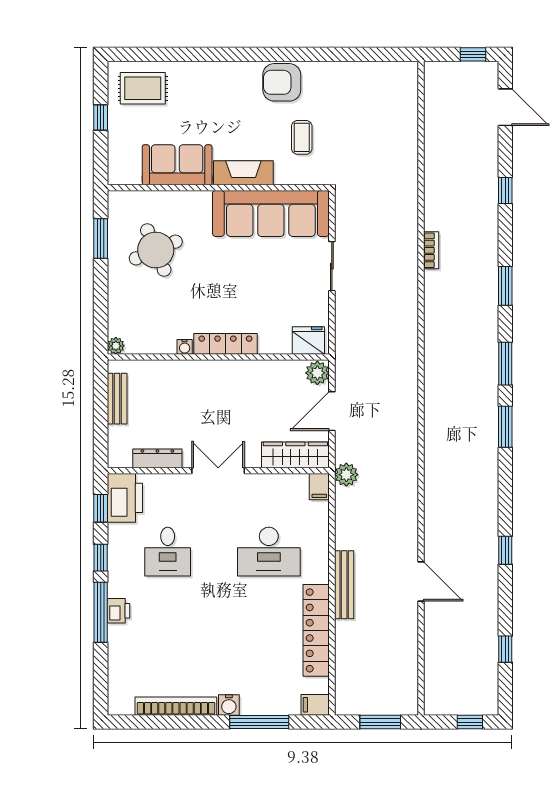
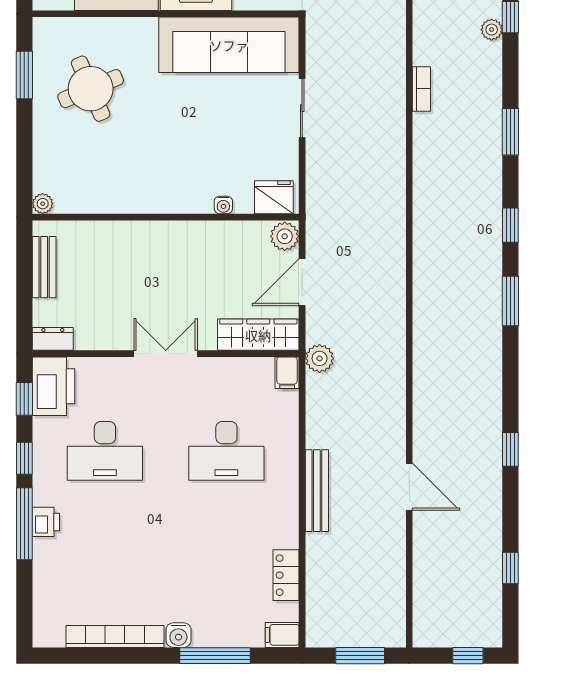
plant: (490, 201) -> (492, 30), added
locker: (225, 344) -> (174, 201), removed
water cooler: (185, 347) -> (223, 205), moved
window: (505, 364) -> (510, 225), width x0.67
dresser: (157, 458) -> (53, 339), moved, width x0.70
desk: (168, 552) -> (105, 451), width x1.37
locker: (316, 630) -> (286, 575), width x0.46, depth x0.83

